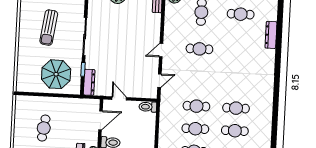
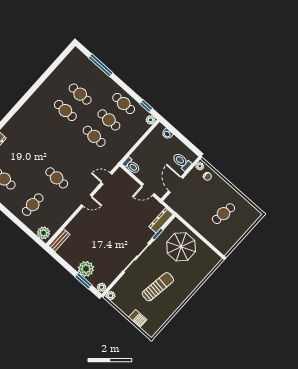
door: (119, 98) -> (148, 190), hinge flipped
door: (101, 120) -> (176, 185), hinge flipped

